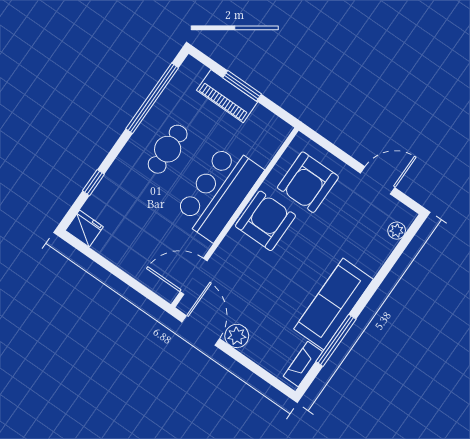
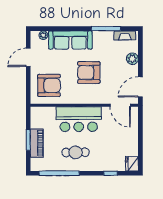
door: (378, 180) -> (28, 57), hinge flipped
armchair: (265, 221) -> (89, 72), moved
sofa: (334, 304) -> (70, 40), moved
plant: (237, 336) -> (132, 59), moved

